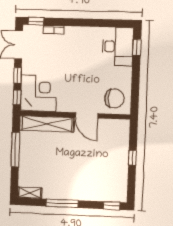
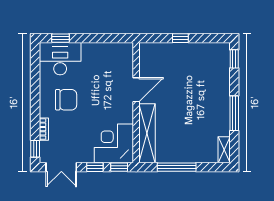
chair: (114, 98) -> (66, 100), moved, turned 90

